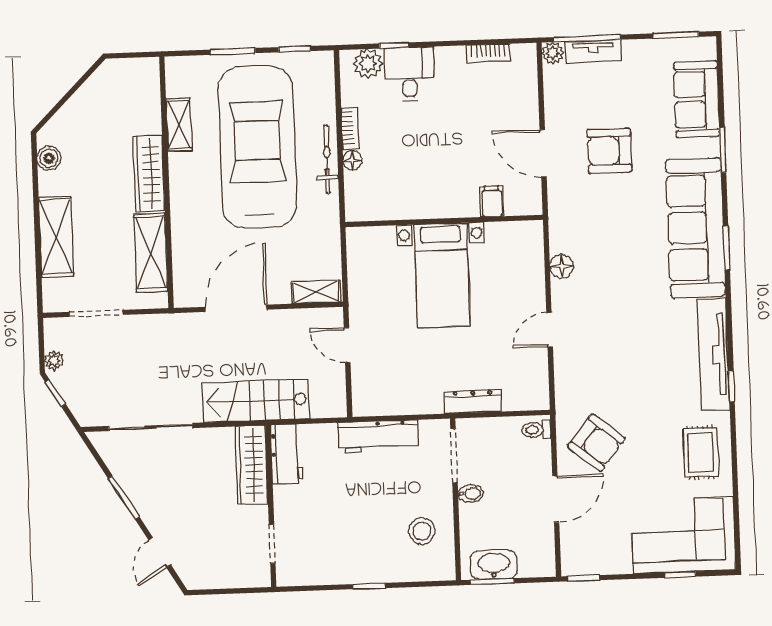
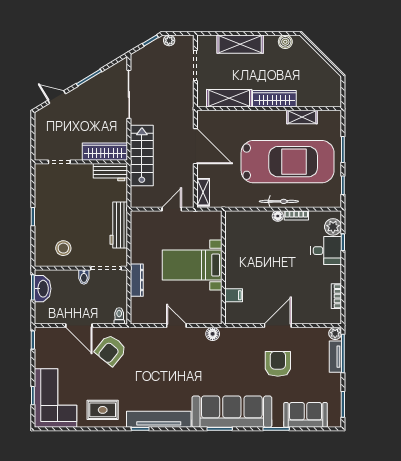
filing cabinet: (492, 201) -> (234, 295), moved
wall: (444, 221) -> (223, 267), moved
bed with nightstands: (442, 275) -> (192, 265), moved

